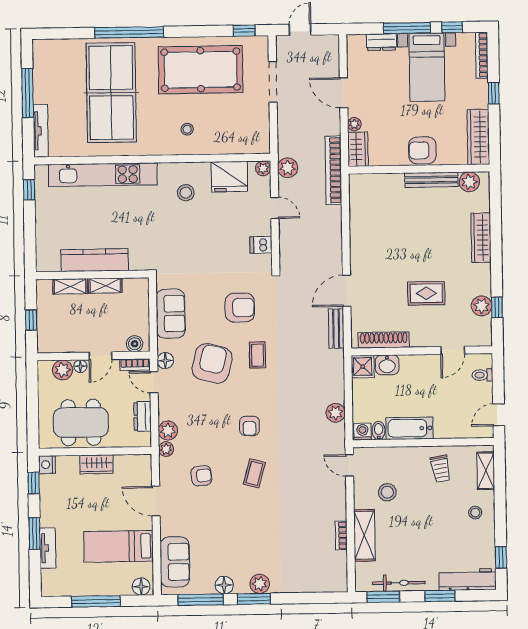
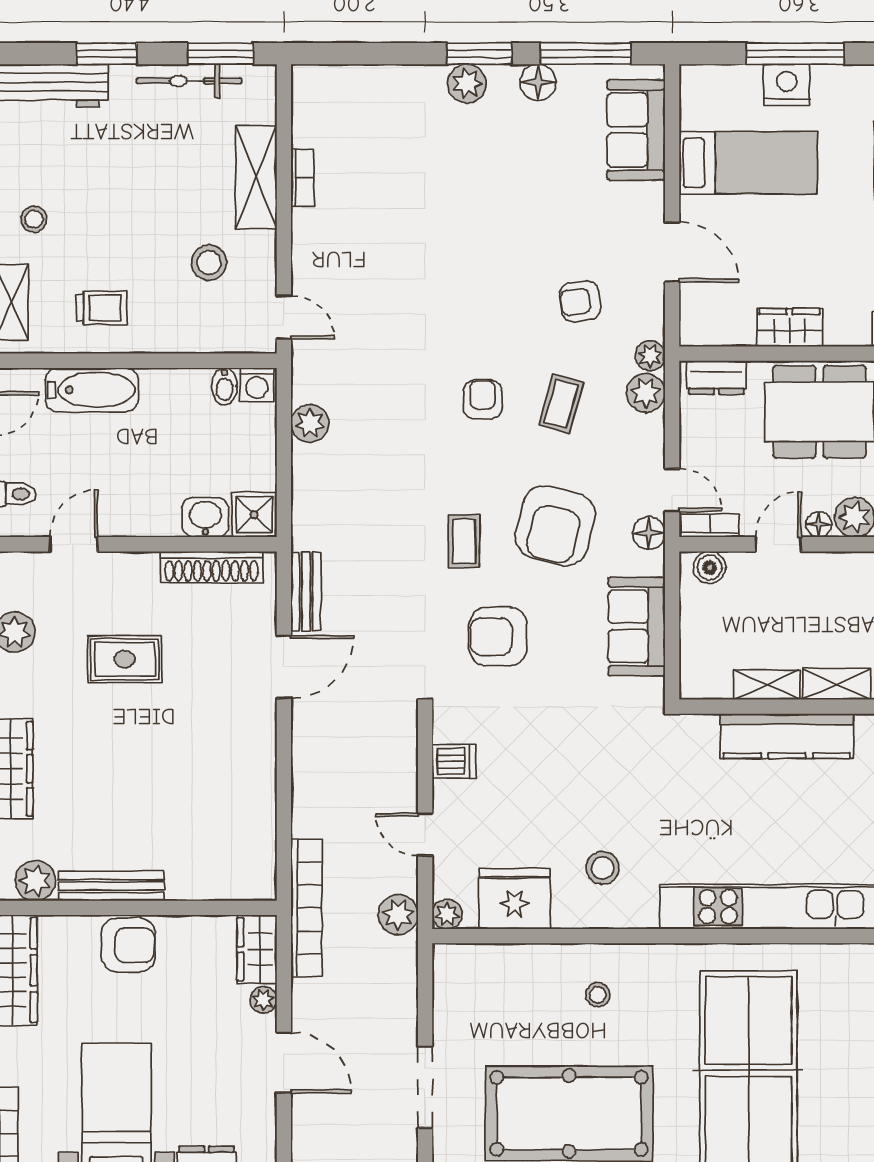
dresser: (143, 416) -> (716, 378), moved, turned 90
bathtub: (410, 428) -> (92, 390), moved
trolley: (441, 469) -> (102, 308), turned 100
coffee table: (254, 473) -> (561, 404), moved
nightstand: (100, 586) -> (787, 85), added
floor lamp: (141, 587) -> (704, 82), removed

